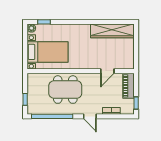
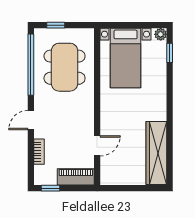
door: (107, 71) -> (97, 146), swing flipped
dining table: (65, 90) -> (65, 67), moved

